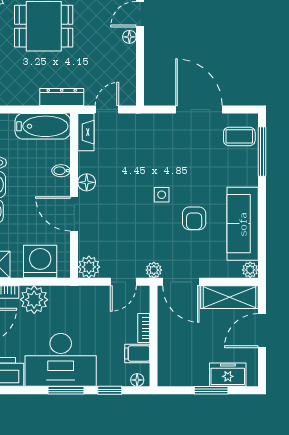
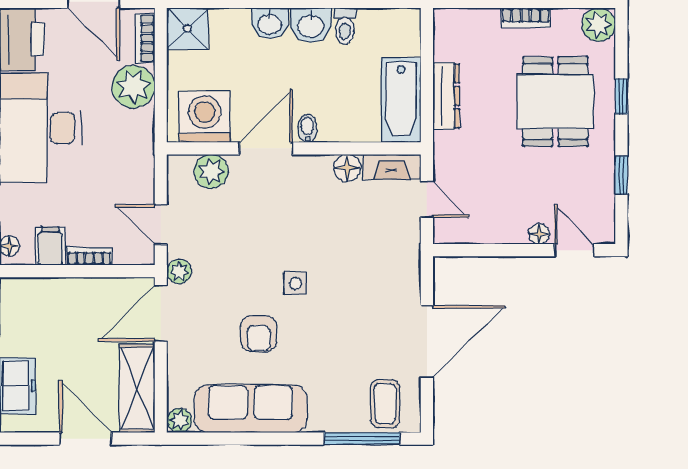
dresser: (62, 97) -> (446, 96), moved
bidet: (61, 171) -> (307, 128), moved
floor lamp: (87, 182) -> (347, 168), moved
armchair: (194, 218) -> (259, 334), turned -90
washing machine: (40, 262) -> (205, 117), moved, turned -90
plant: (89, 267) -> (211, 171), moved

